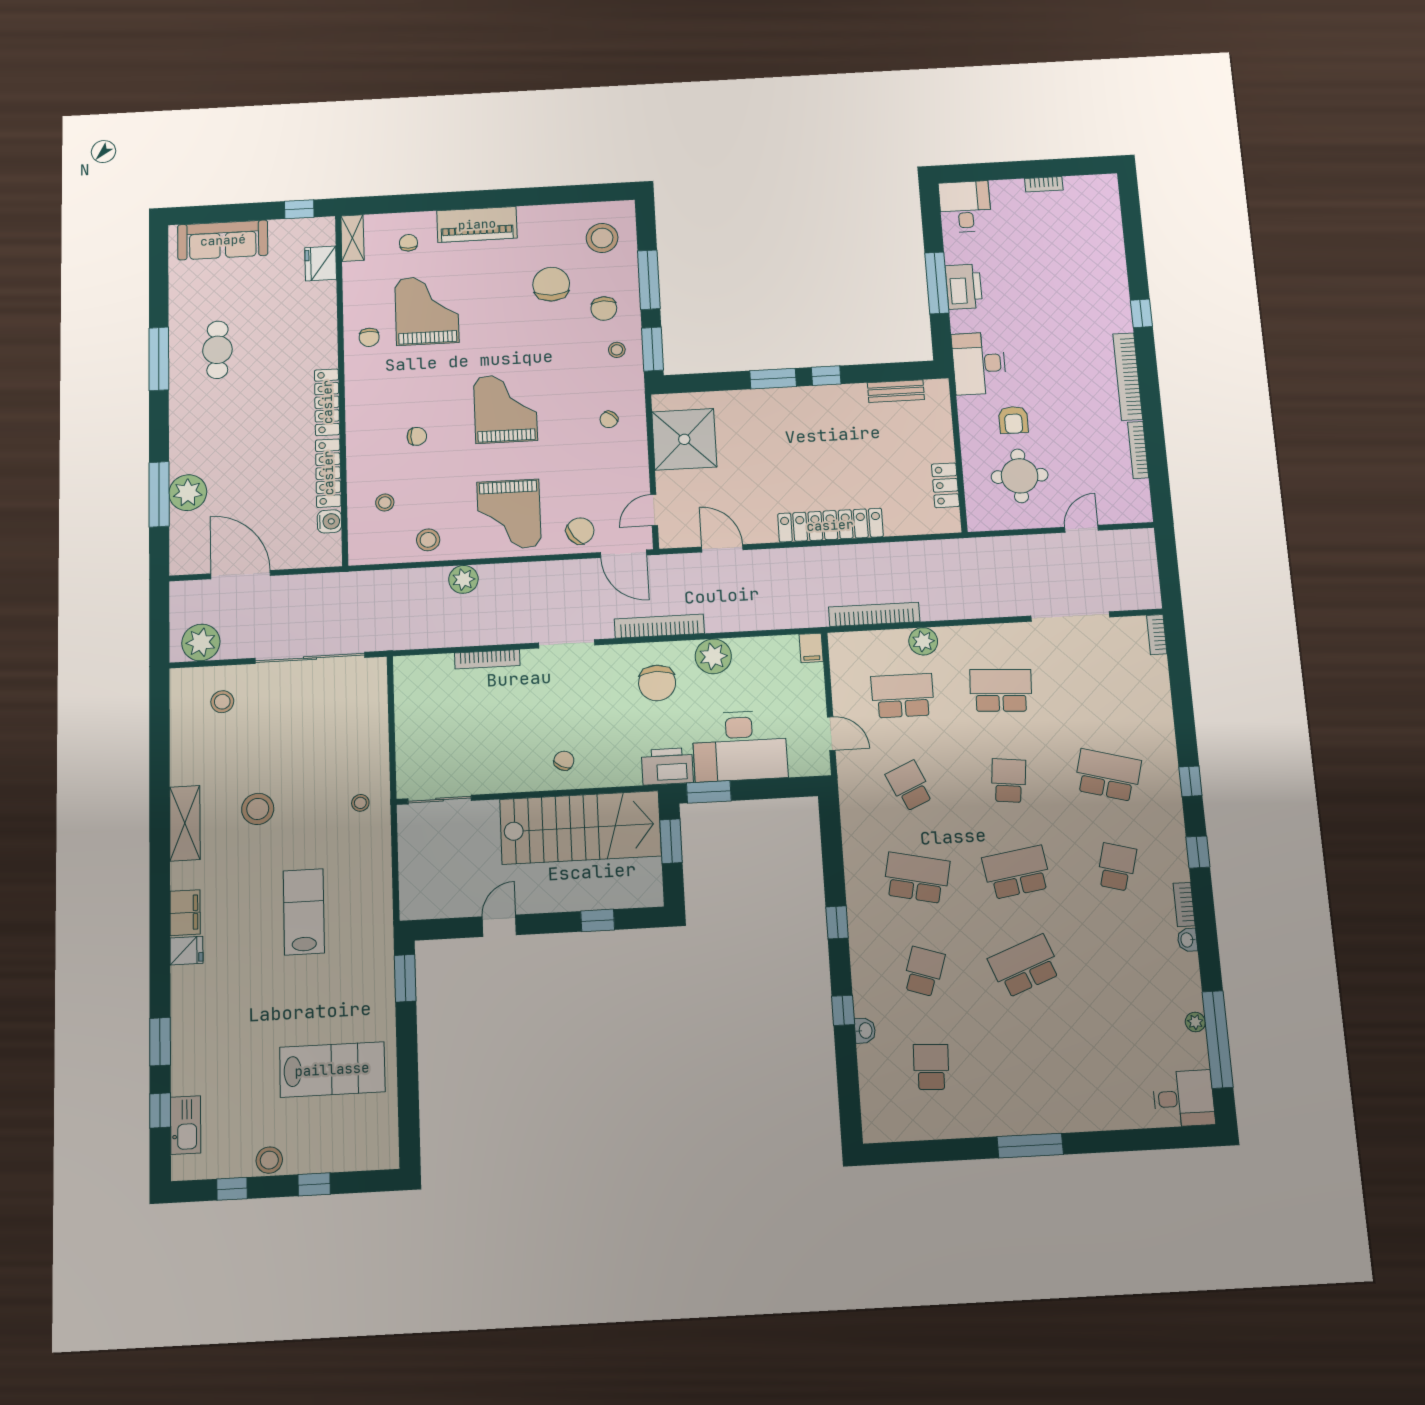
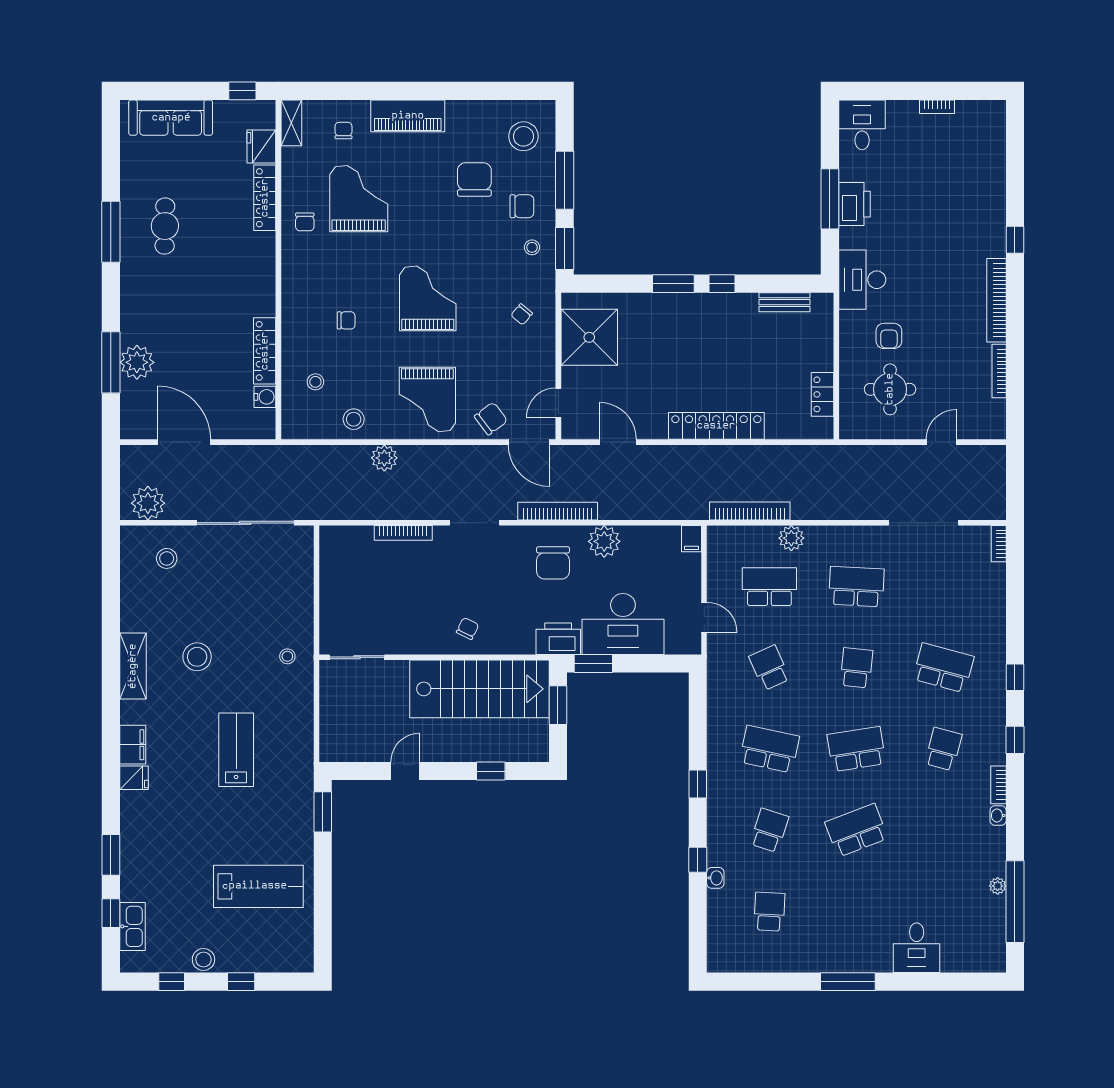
chair: (604, 309) -> (522, 206), turned -90
locker: (327, 402) -> (265, 198), moved
desk: (1184, 1099) -> (917, 948), moved, turned 90

